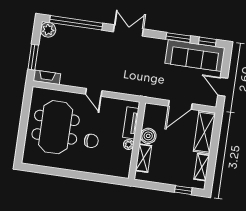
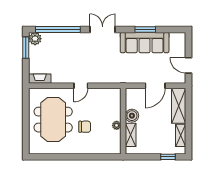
window: (207, 42) -> (170, 29), removed
sofa: (195, 56) -> (145, 43), moved
window: (33, 57) -> (26, 48), moved
door: (94, 92) -> (81, 86), hinge flipped
tv unit: (131, 123) -> (116, 107), removed

